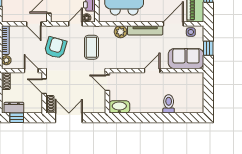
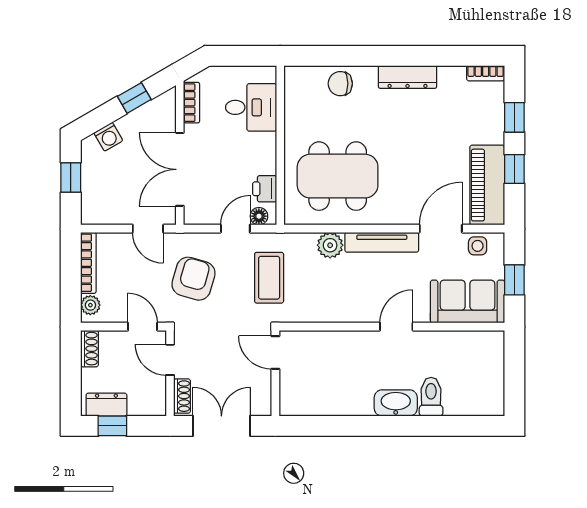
door: (107, 83) -> (275, 353), moved
wall: (107, 93) -> (275, 373), moved
washbasin: (119, 107) -> (396, 403), moved

